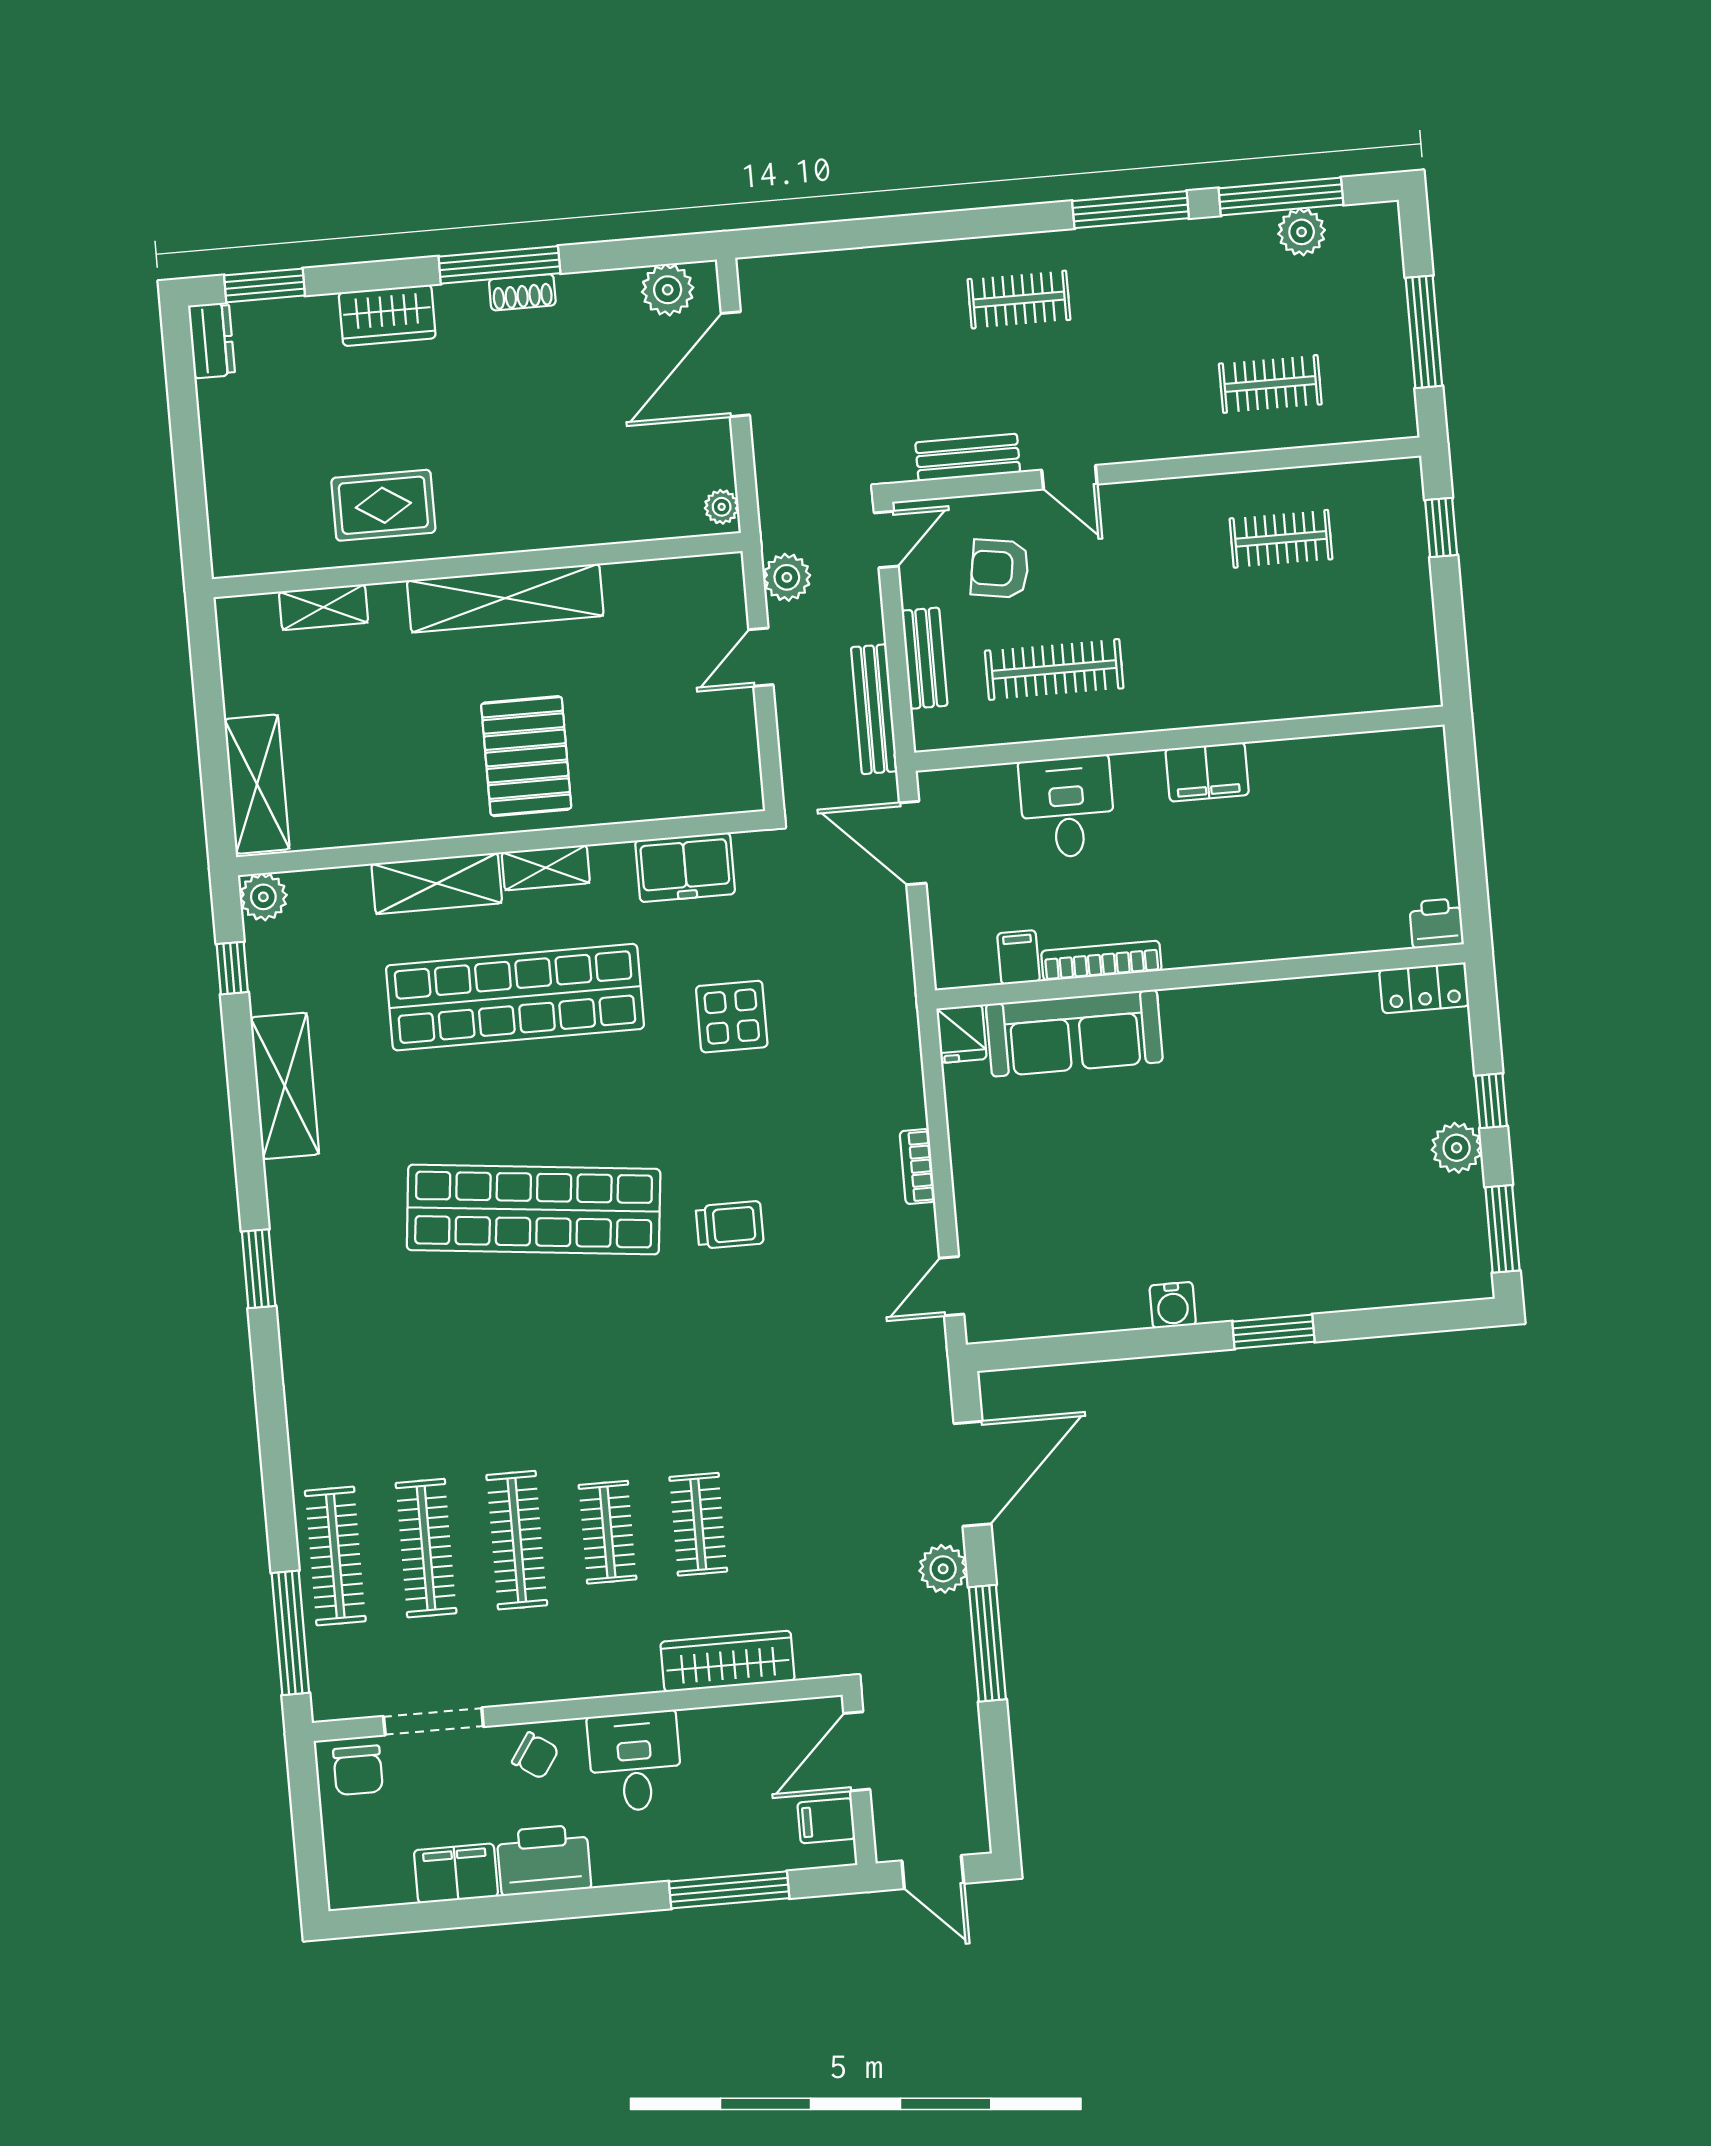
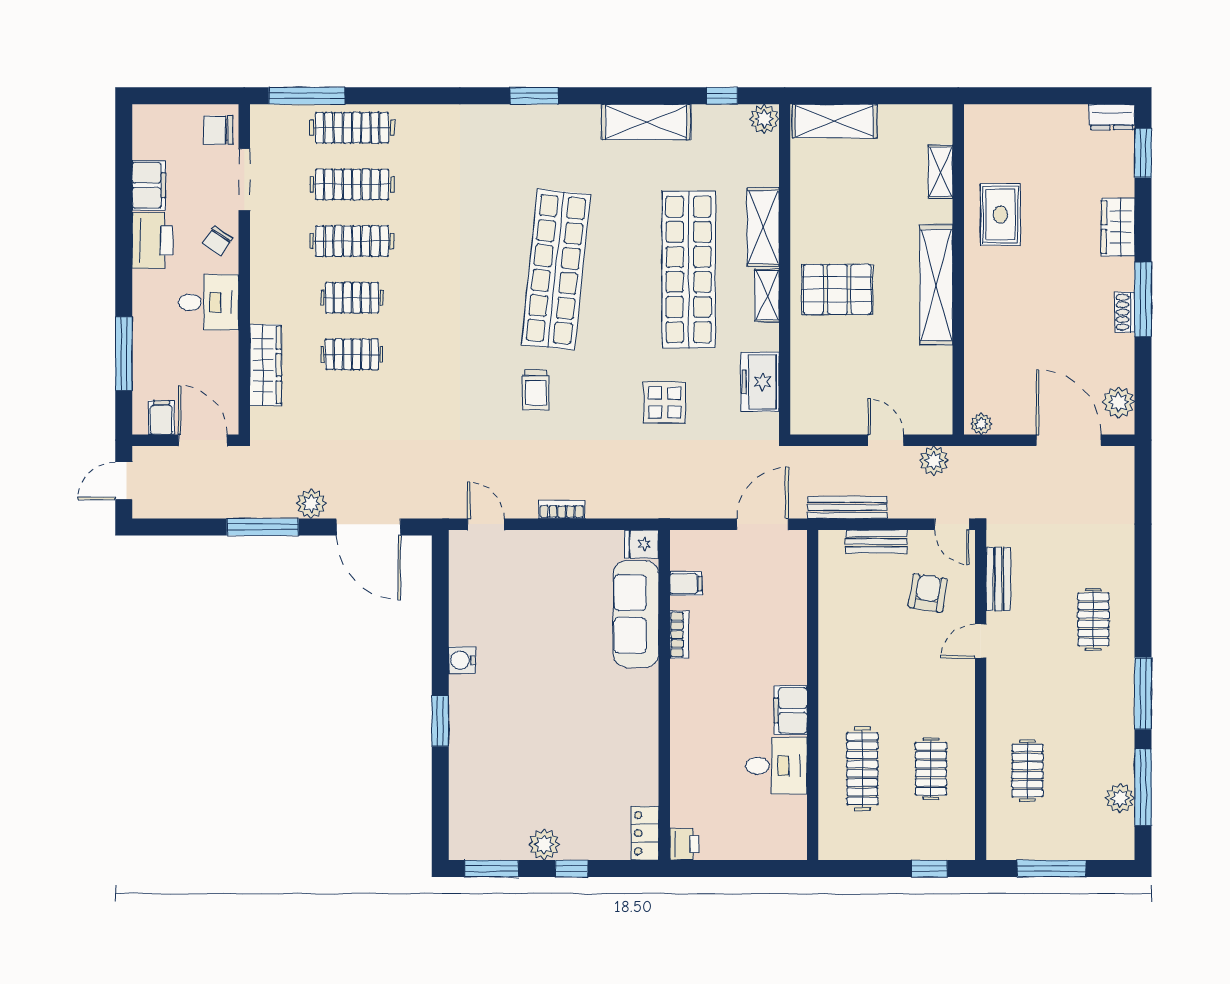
clothes rail: (1054, 669) -> (862, 769), moved
desk: (1067, 807) -> (776, 766), moved
bookcase: (1101, 961) -> (679, 635), width x0.64

